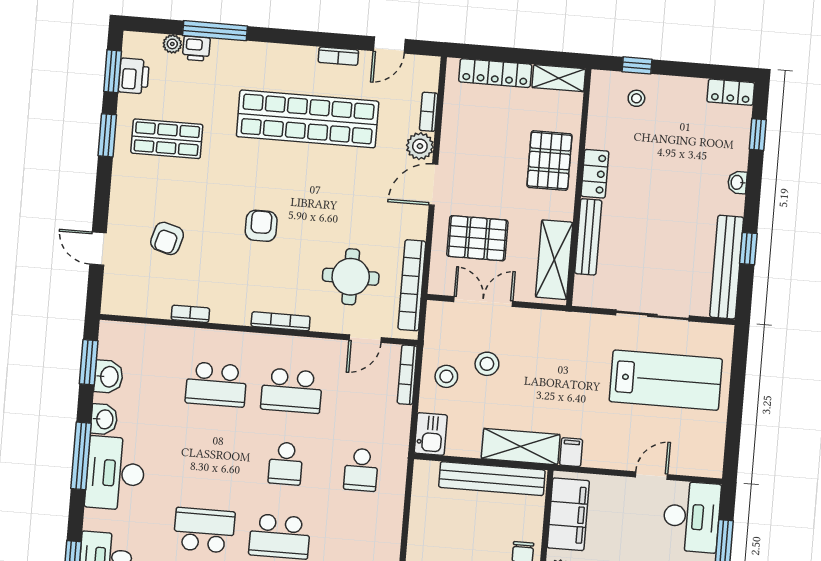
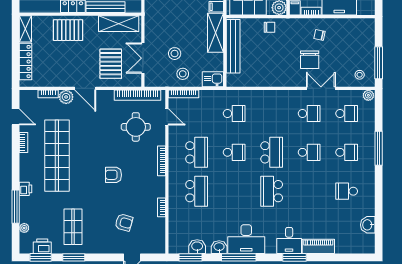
printer: (196, 48) -> (26, 189), moved

